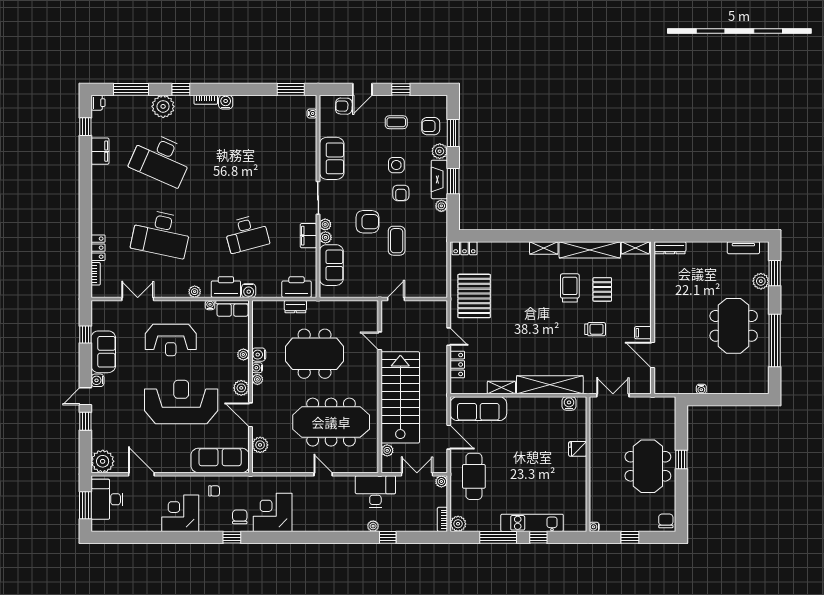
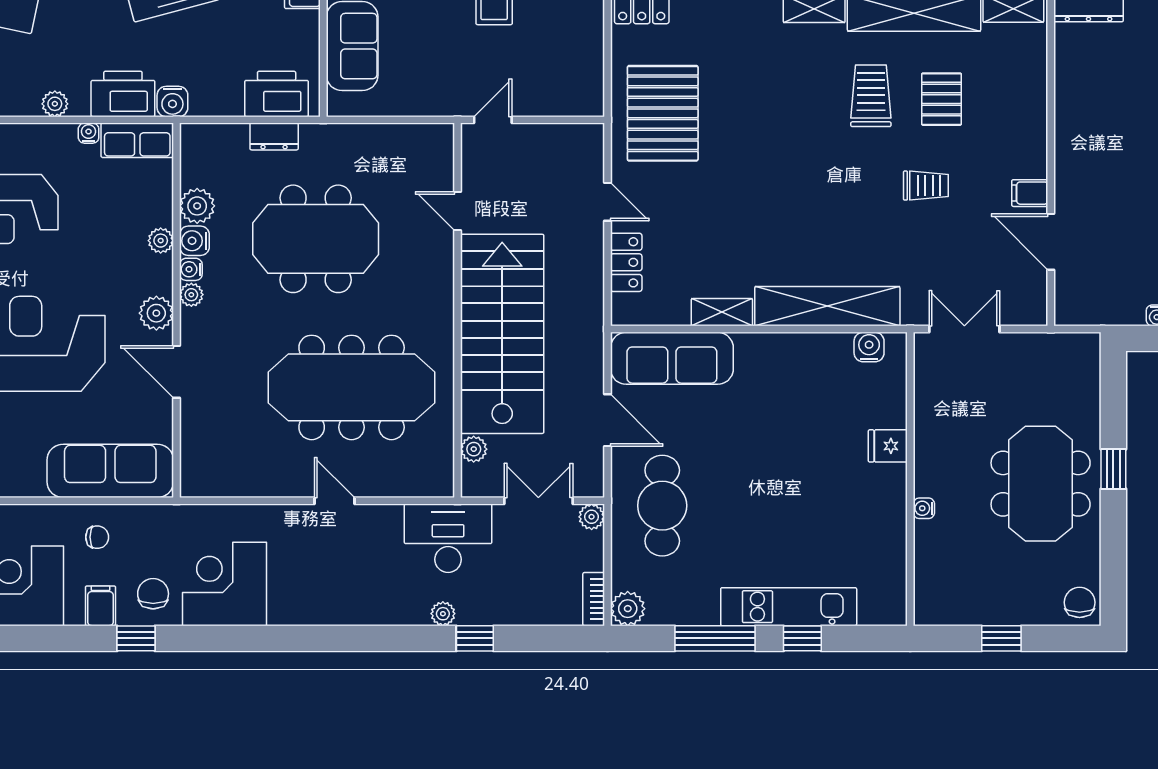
plant: (260, 445) -> (197, 206), moved
filing cabinet: (216, 522) -> (101, 606), added
water cooler: (594, 527) -> (924, 508), moved

